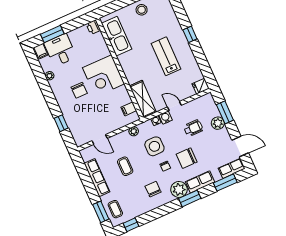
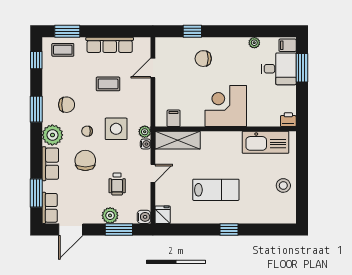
chair: (79, 90) -> (203, 59), moved
water cooler: (166, 118) -> (144, 217), moved
plant: (134, 131) -> (145, 132), moved
window: (190, 198) -> (36, 109), moved

